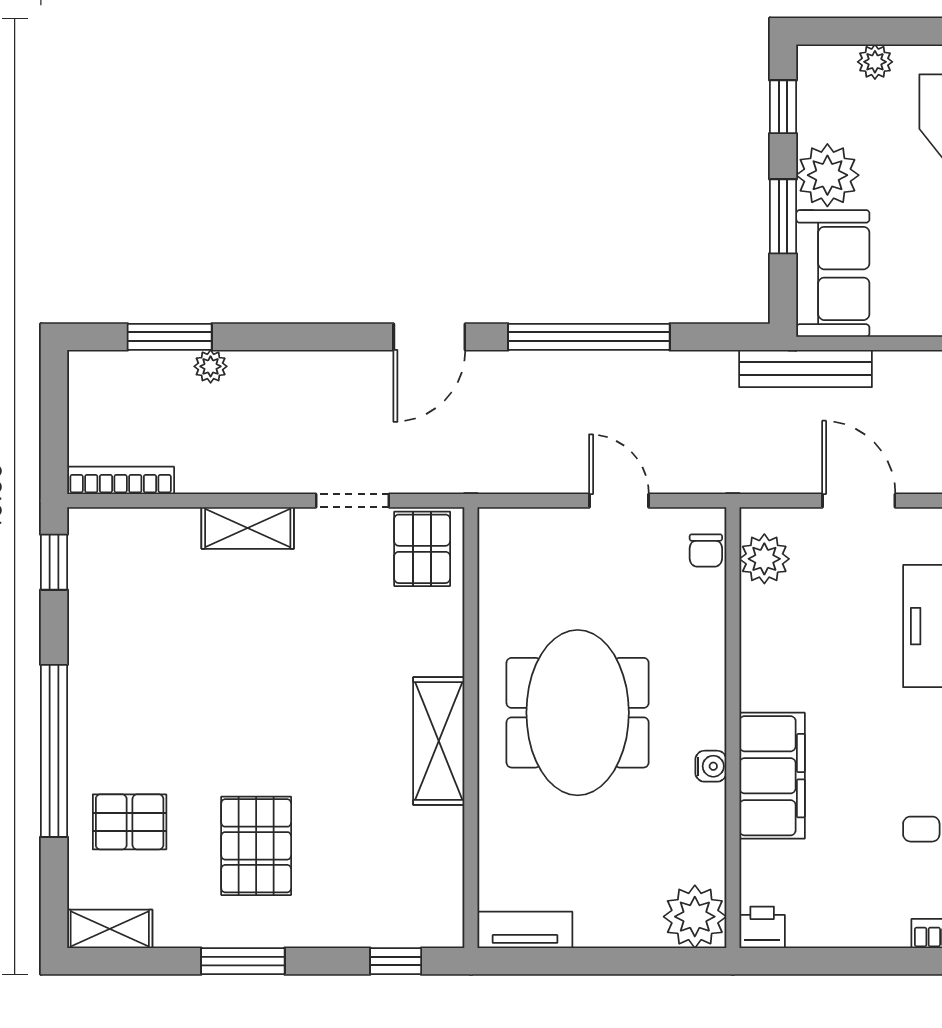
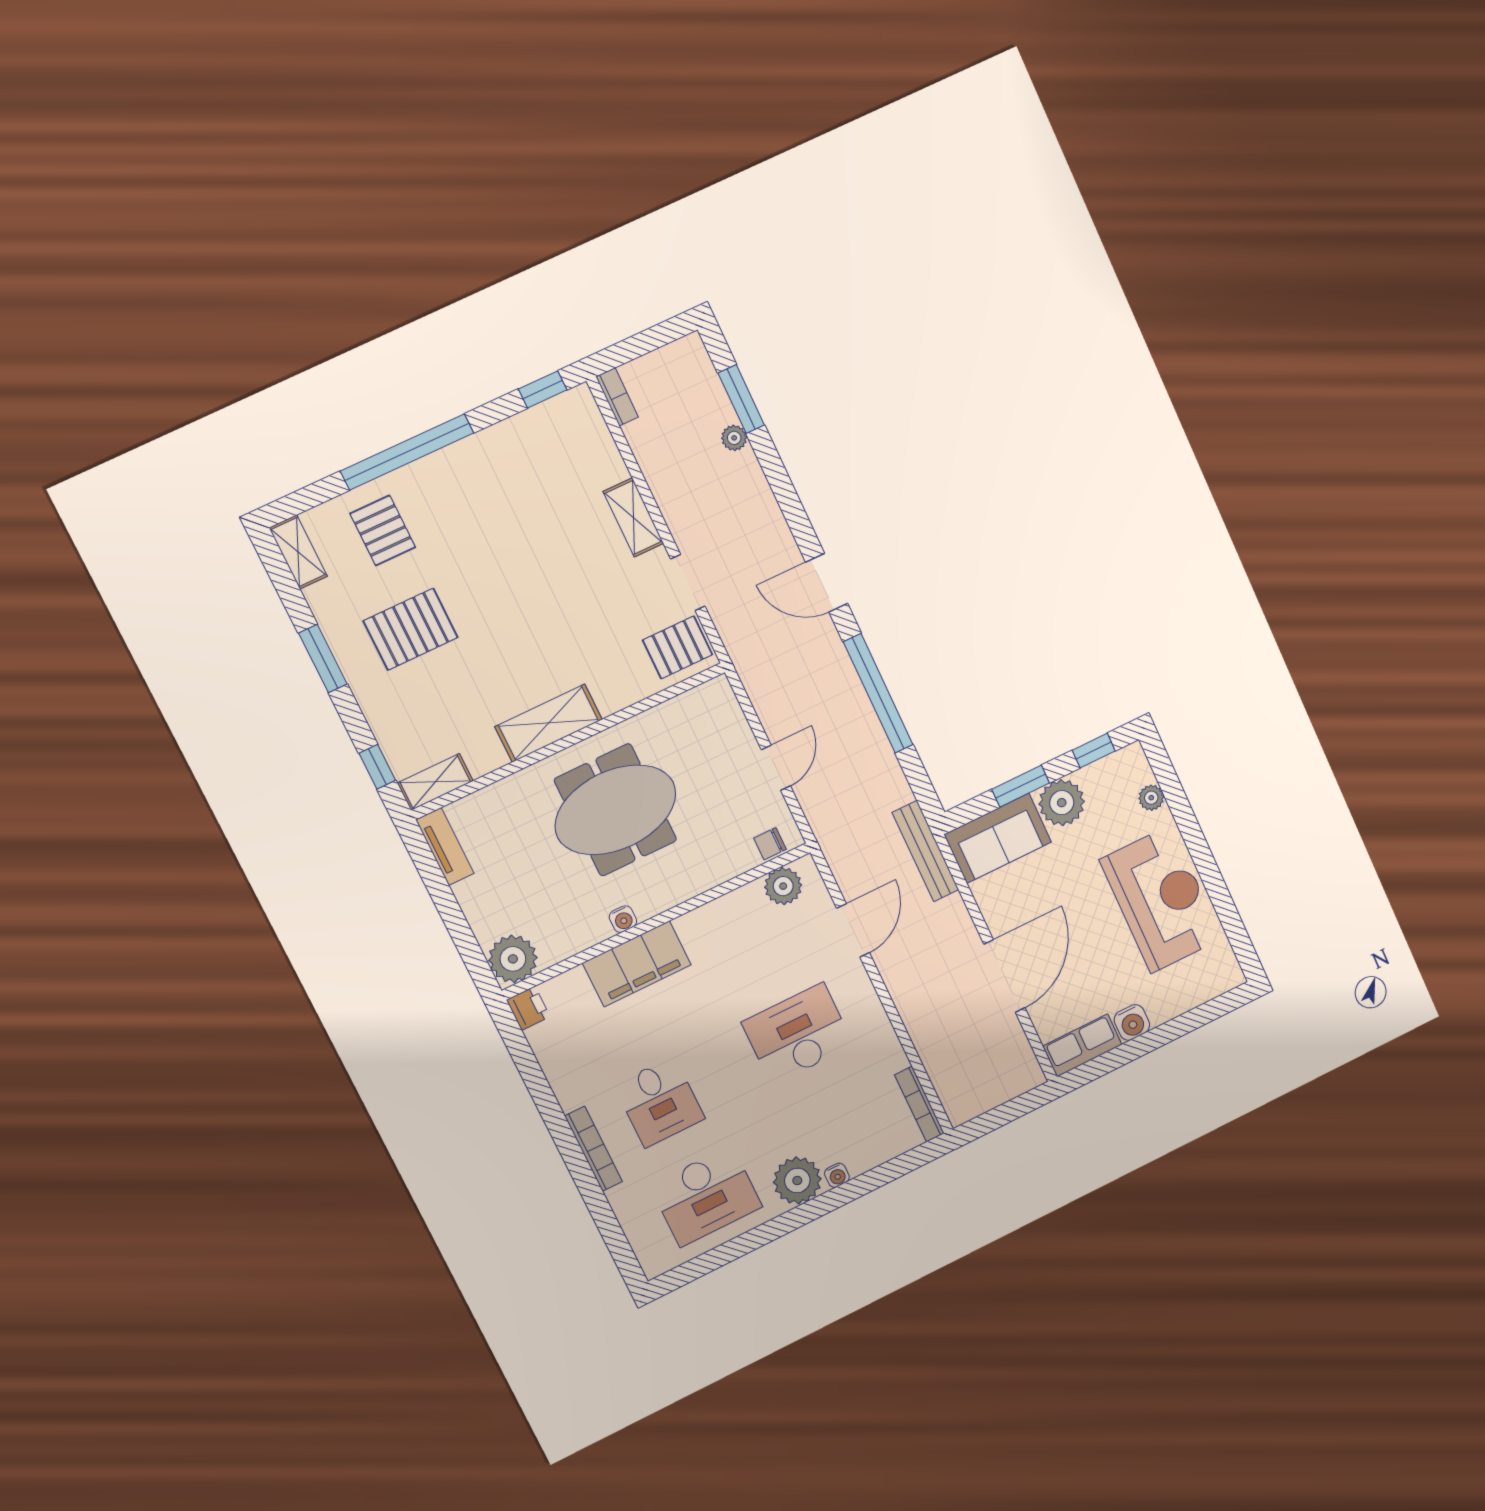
bookcase: (121, 480) -> (617, 397), width x0.64
shelving: (445, 904) -> (435, 782), added

